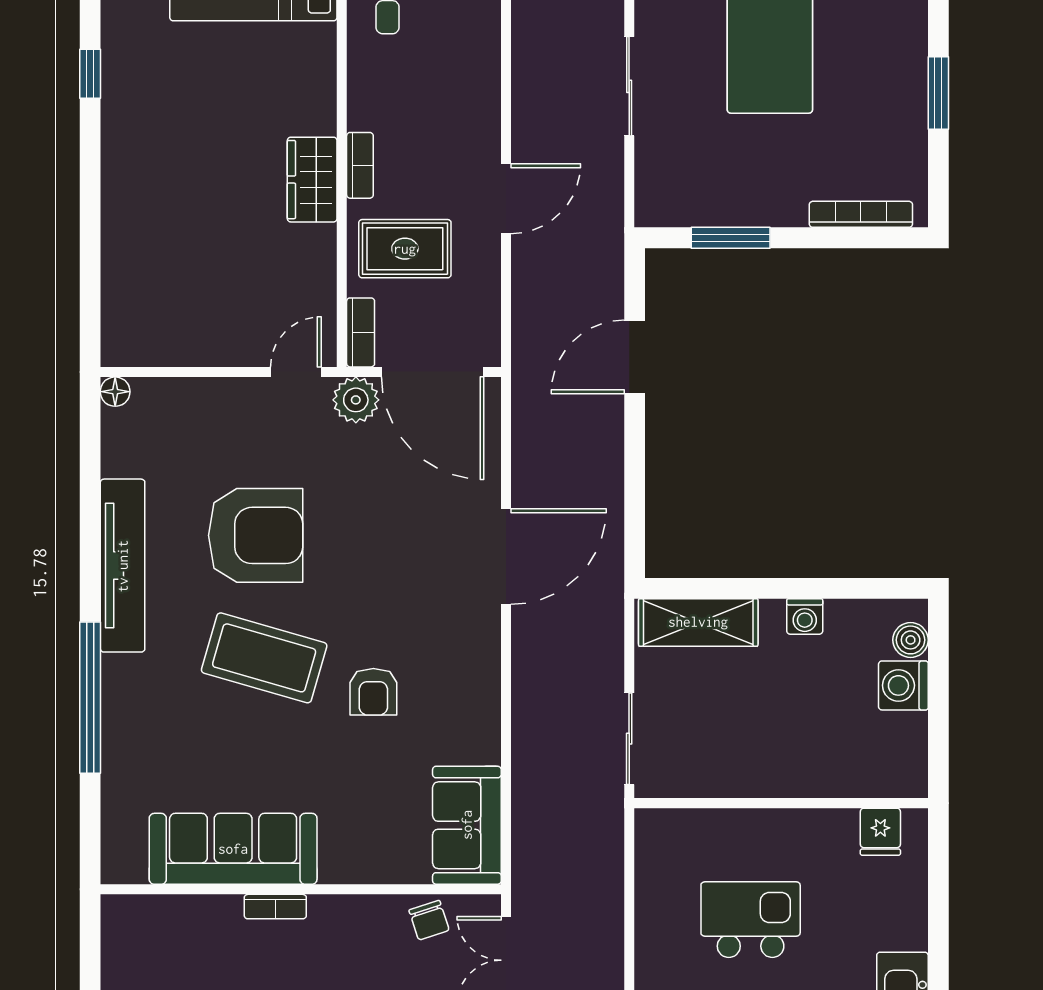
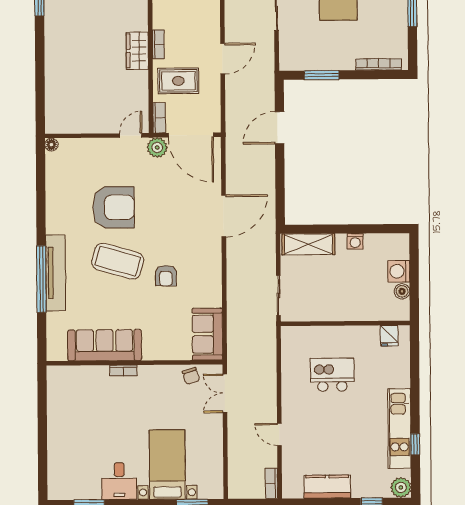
tv unit: (123, 566) -> (56, 273), moved
boiler: (911, 640) -> (402, 291), moved

